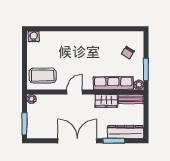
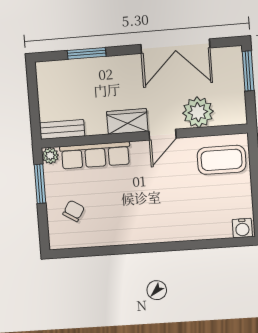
plant: (31, 99) -> (198, 112), moved, width x1.87, depth x1.87
wardrobe: (106, 101) -> (127, 121), moved
dresser: (125, 132) -> (67, 71), removed
double door: (77, 141) -> (175, 46), moved

